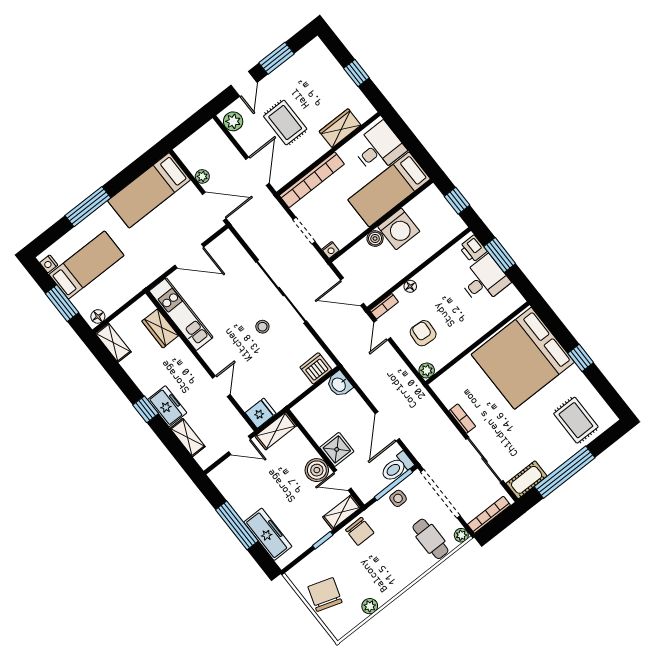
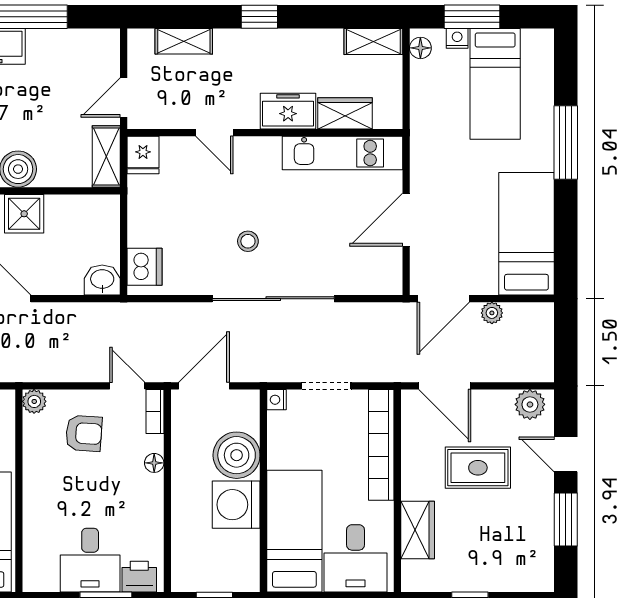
boiler: (375, 239) -> (237, 455), width x1.86, depth x1.86
nightstand: (49, 264) -> (457, 38), moved
freezer: (167, 406) -> (288, 111), moved, turned 180

